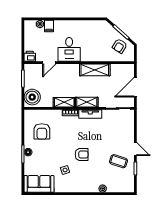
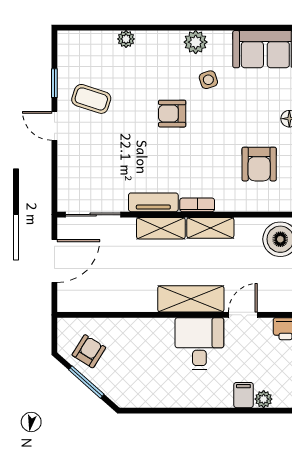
shelving: (95, 70) -> (191, 299), moved
armchair: (42, 131) -> (259, 164), turned 180
plant: (71, 187) -> (196, 42), added

